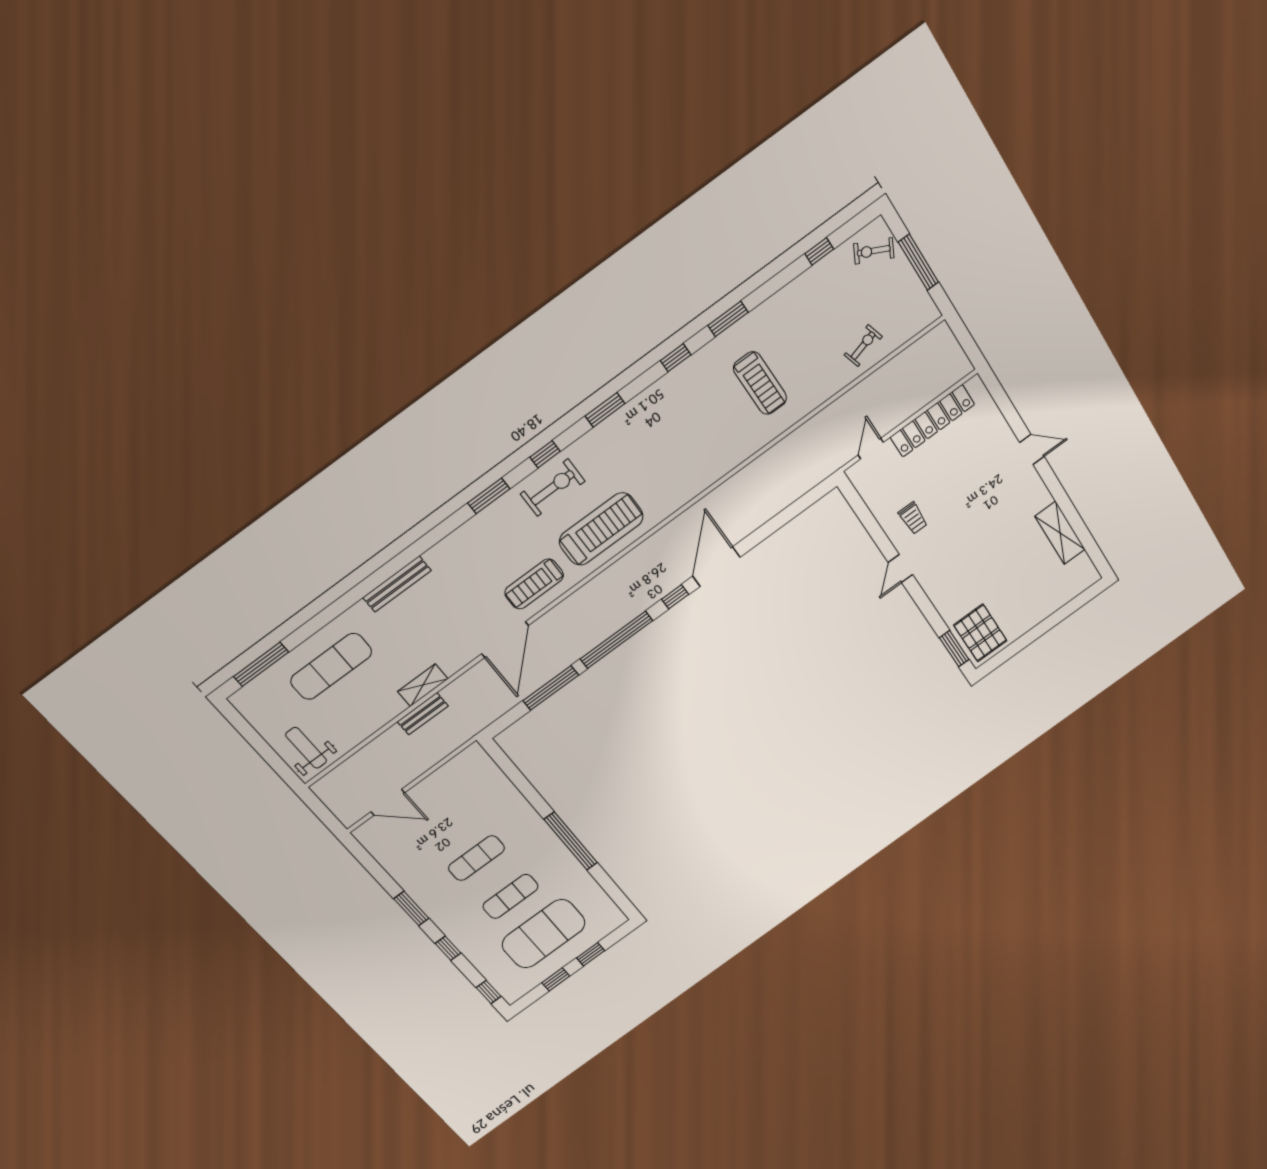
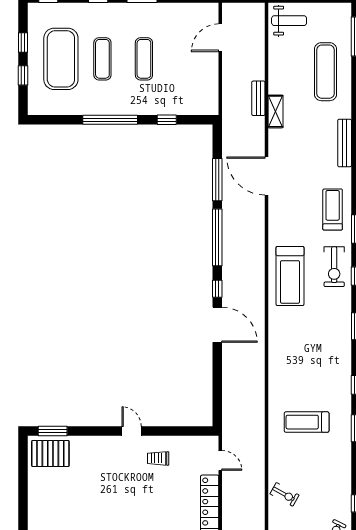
exercise bike: (863, 346) -> (285, 494), turned -45
treadmill: (534, 584) -> (333, 209), moved
window: (525, 787) -> (167, 120), added

